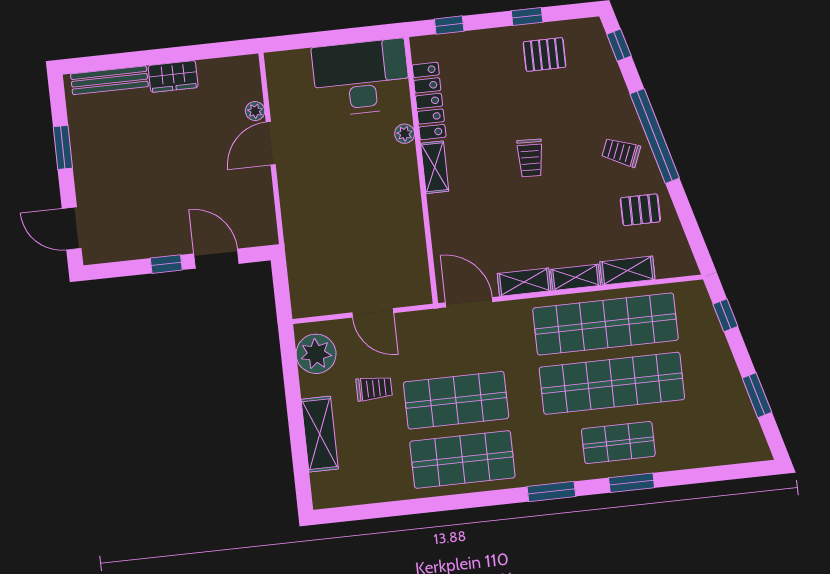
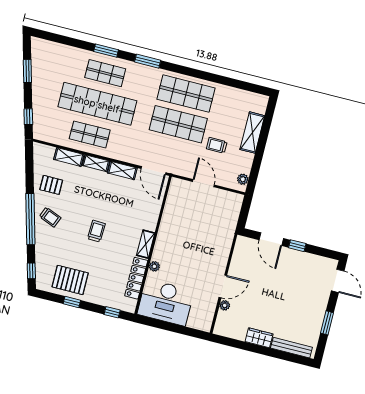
pallet: (544, 55) -> (70, 280), width x1.50, depth x1.42
shop shelf: (605, 324) -> (90, 134), width x0.50, depth x0.74
plant: (316, 354) -> (243, 179), width x0.53, depth x0.53

